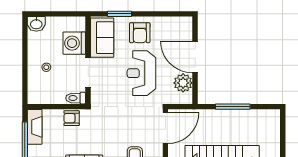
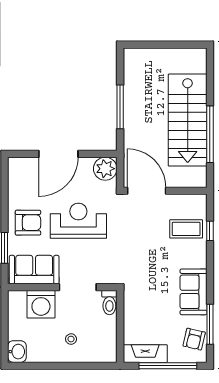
reception desk: (141, 73) -> (78, 221), turned 180
plant: (183, 83) -> (105, 169), moved
armchair: (72, 118) -> (134, 308), removed

